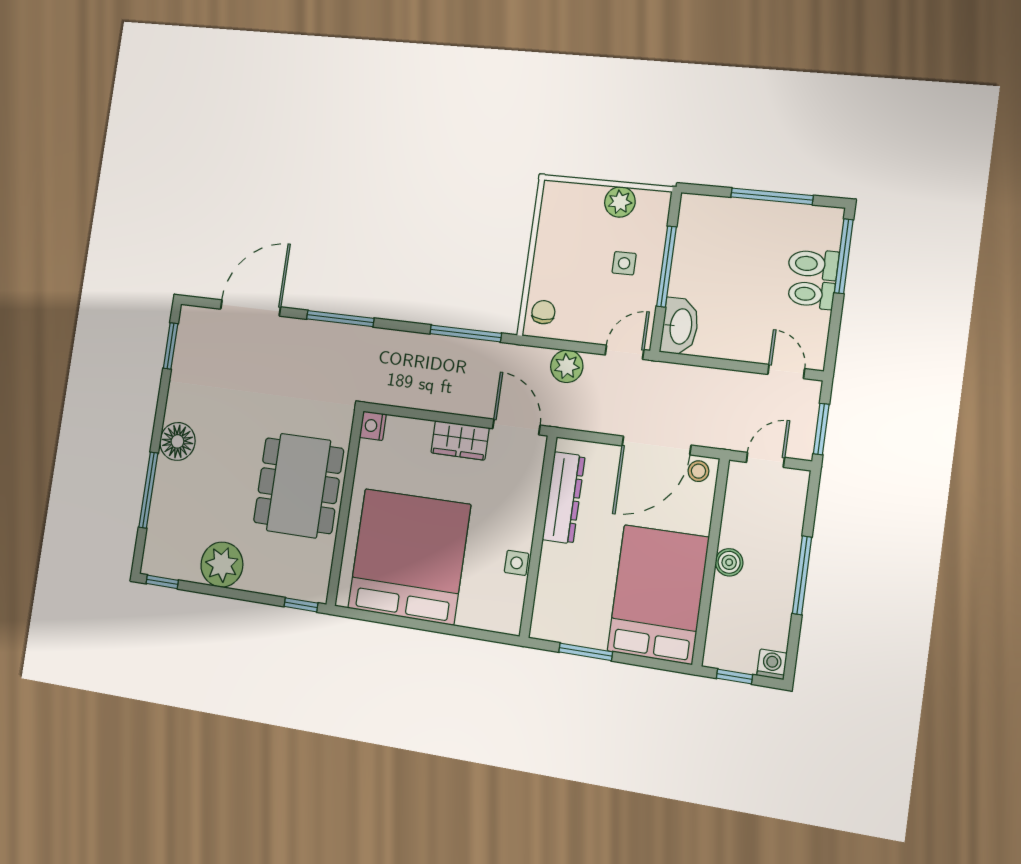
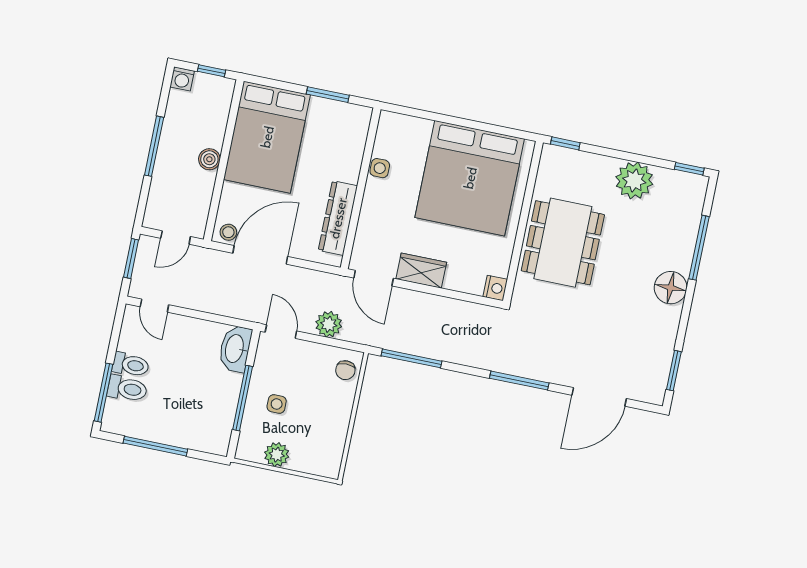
door: (624, 352) -> (281, 332), swing flipped

